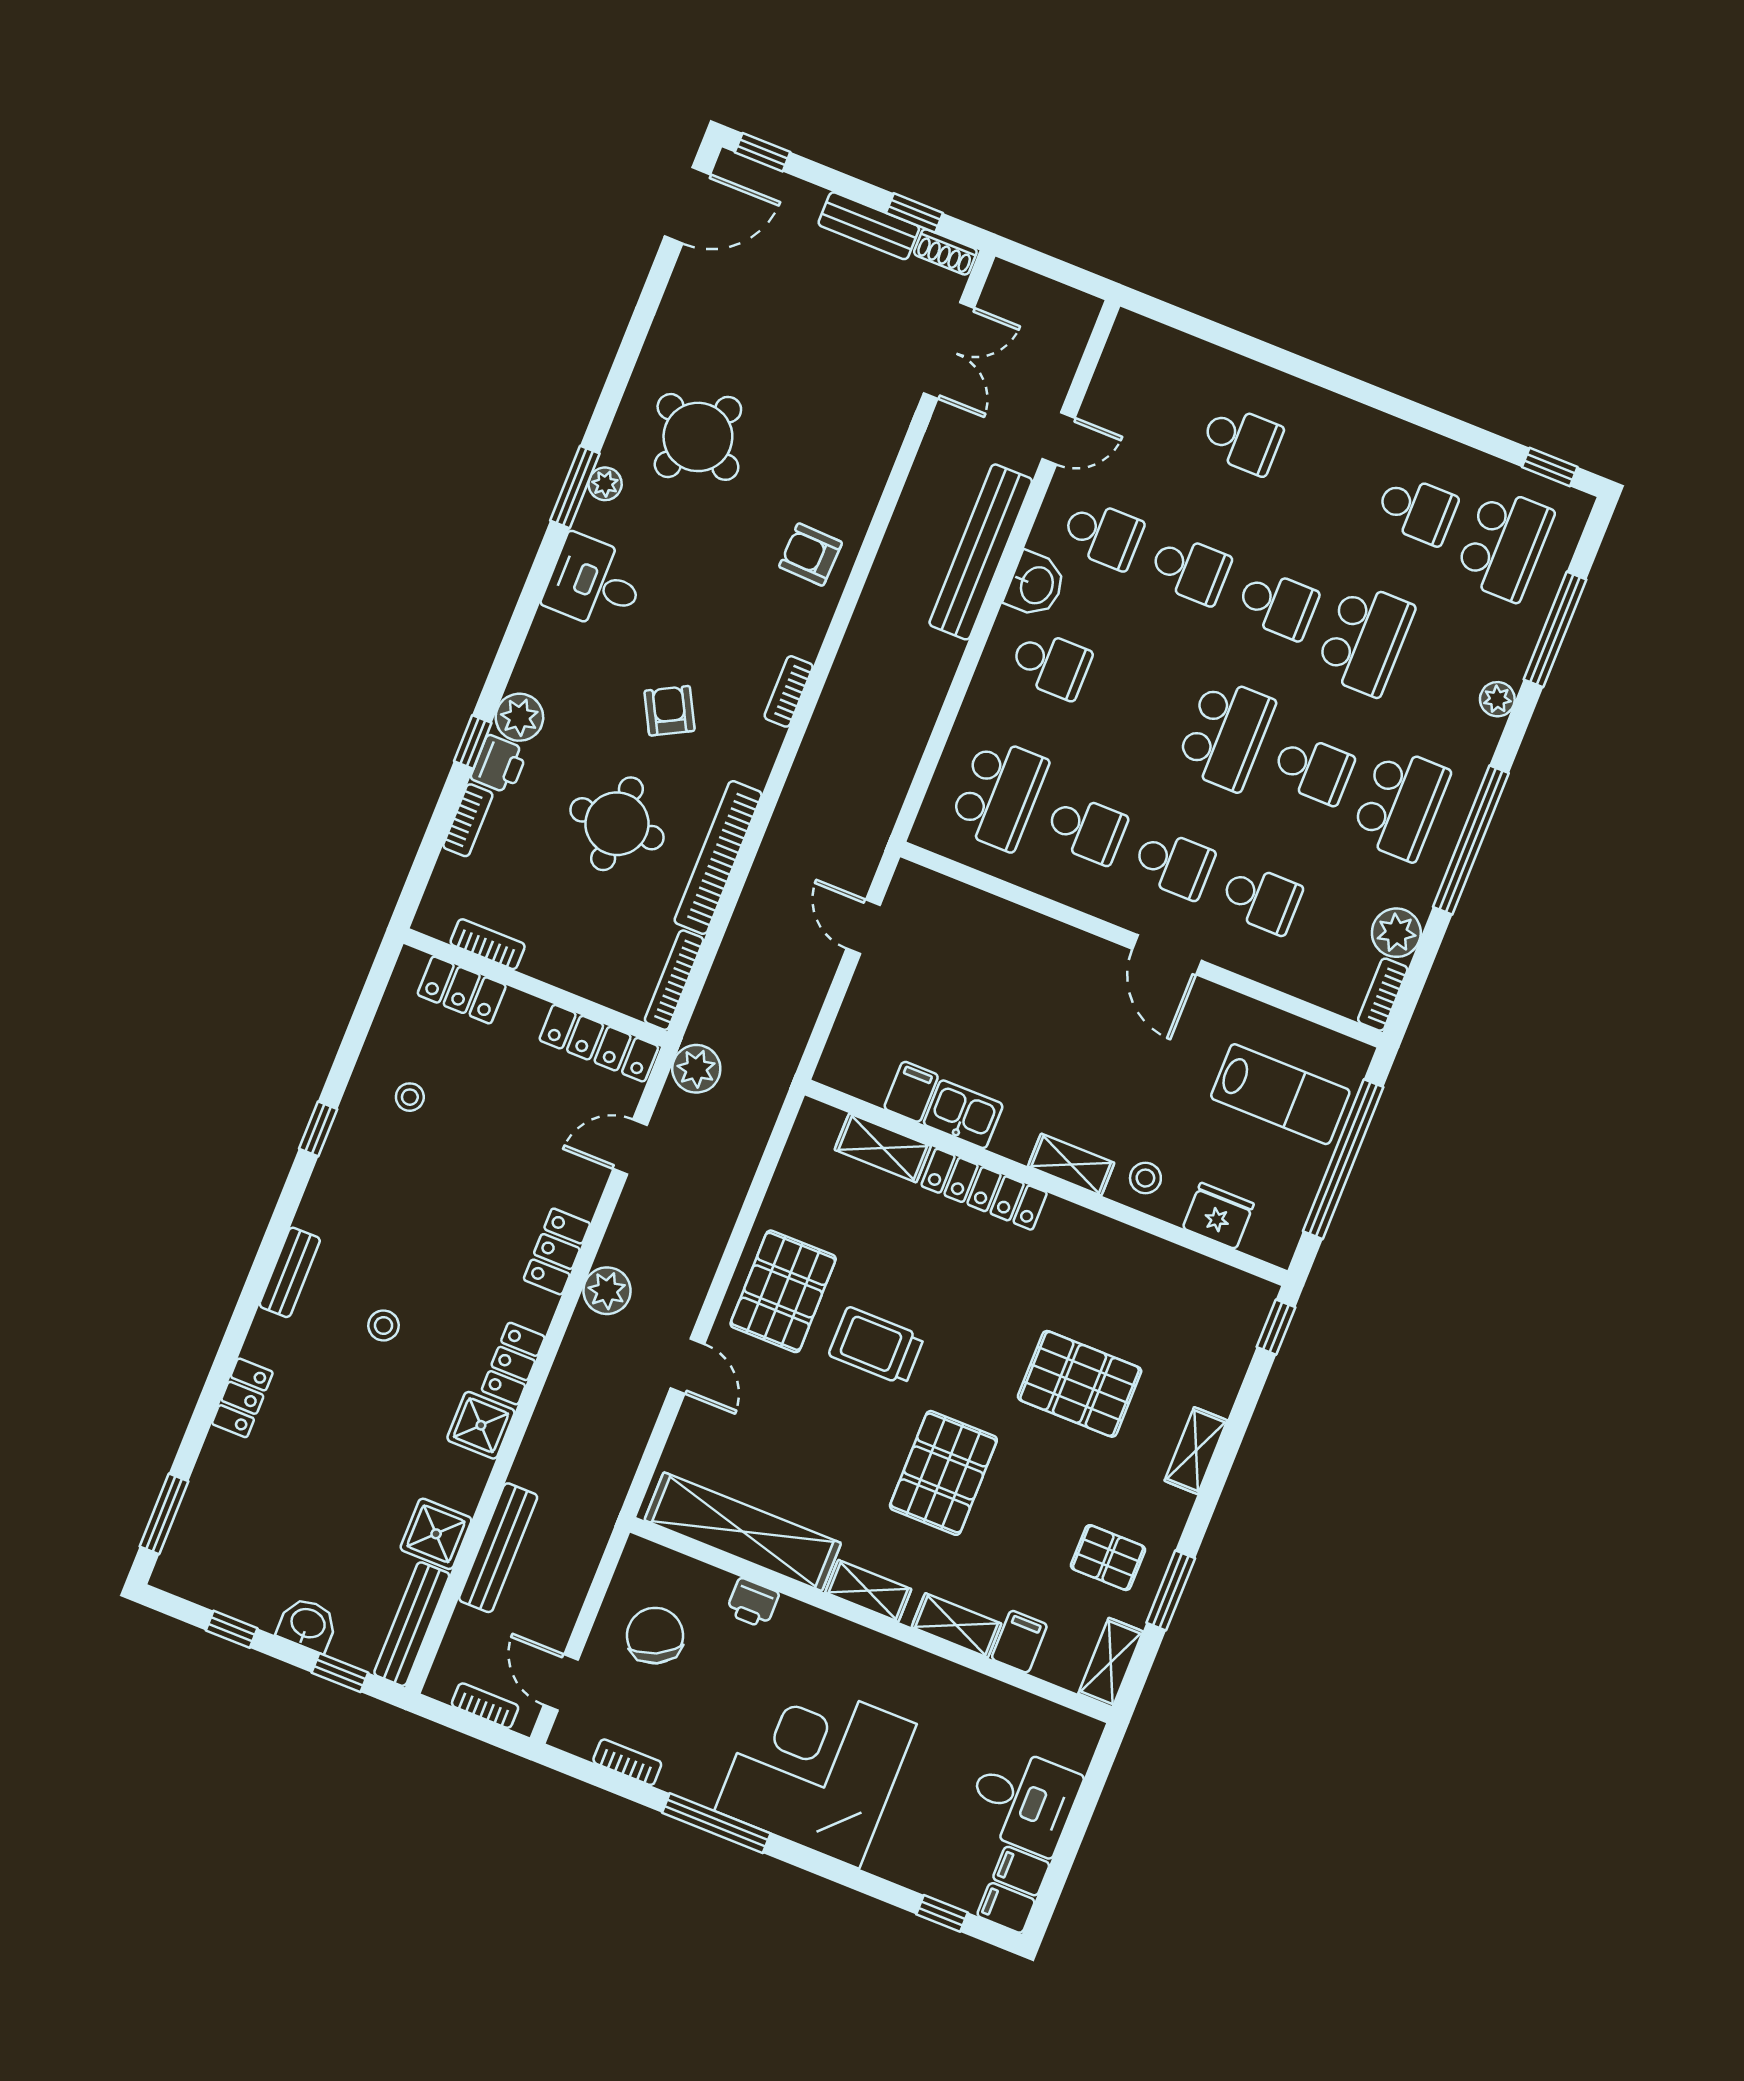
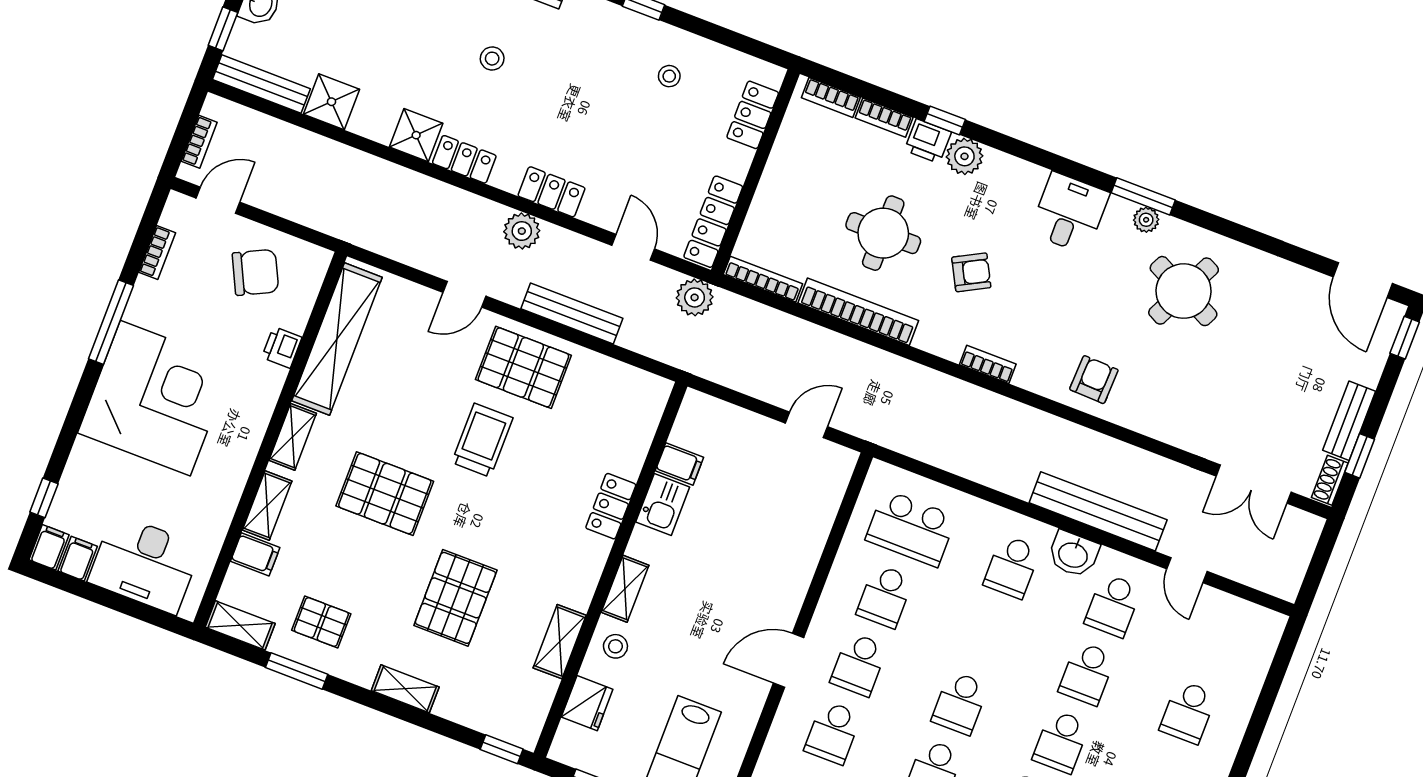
school desk: (1226, 734) -> (960, 703), width x0.54
bookcase: (488, 944) -> (831, 98), moved, turned 90
shelving: (883, 1148) -> (560, 642), moved
locker: (984, 1189) -> (611, 506), width x0.66
bench: (498, 1548) -> (572, 314), moved
pallet: (1108, 1558) -> (321, 622), turned 90
desk: (1023, 1800) -> (145, 564), width x1.37

